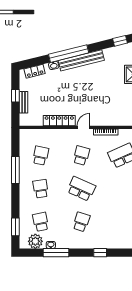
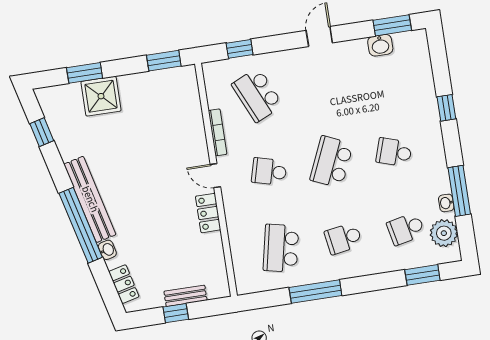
locker: (59, 121) -> (208, 213), width x0.66
school desk: (41, 156) -> (281, 248), width x1.85

